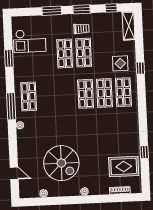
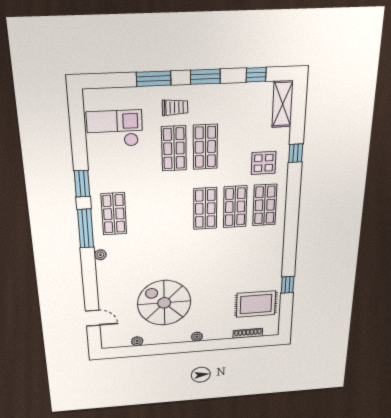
trolley: (81, 29) -> (175, 107), moved
checkout: (30, 41) -> (115, 129), turned 180
window: (9, 58) -> (82, 184), moved
window: (140, 68) -> (296, 153), moved
spiral stairs: (61, 163) -> (164, 303), turned 180

